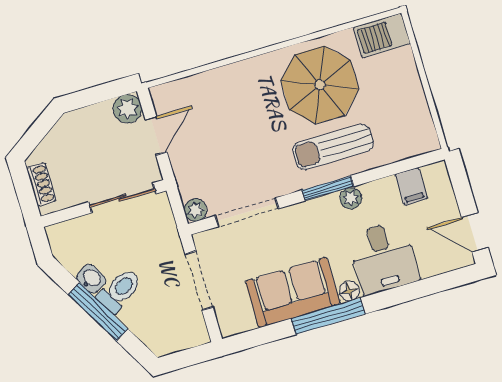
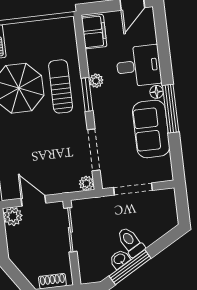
sun lounger: (333, 147) -> (61, 86), turned 180
filing cabinet: (411, 186) -> (94, 32), width x2.00
window: (98, 312) -> (130, 267), moved

